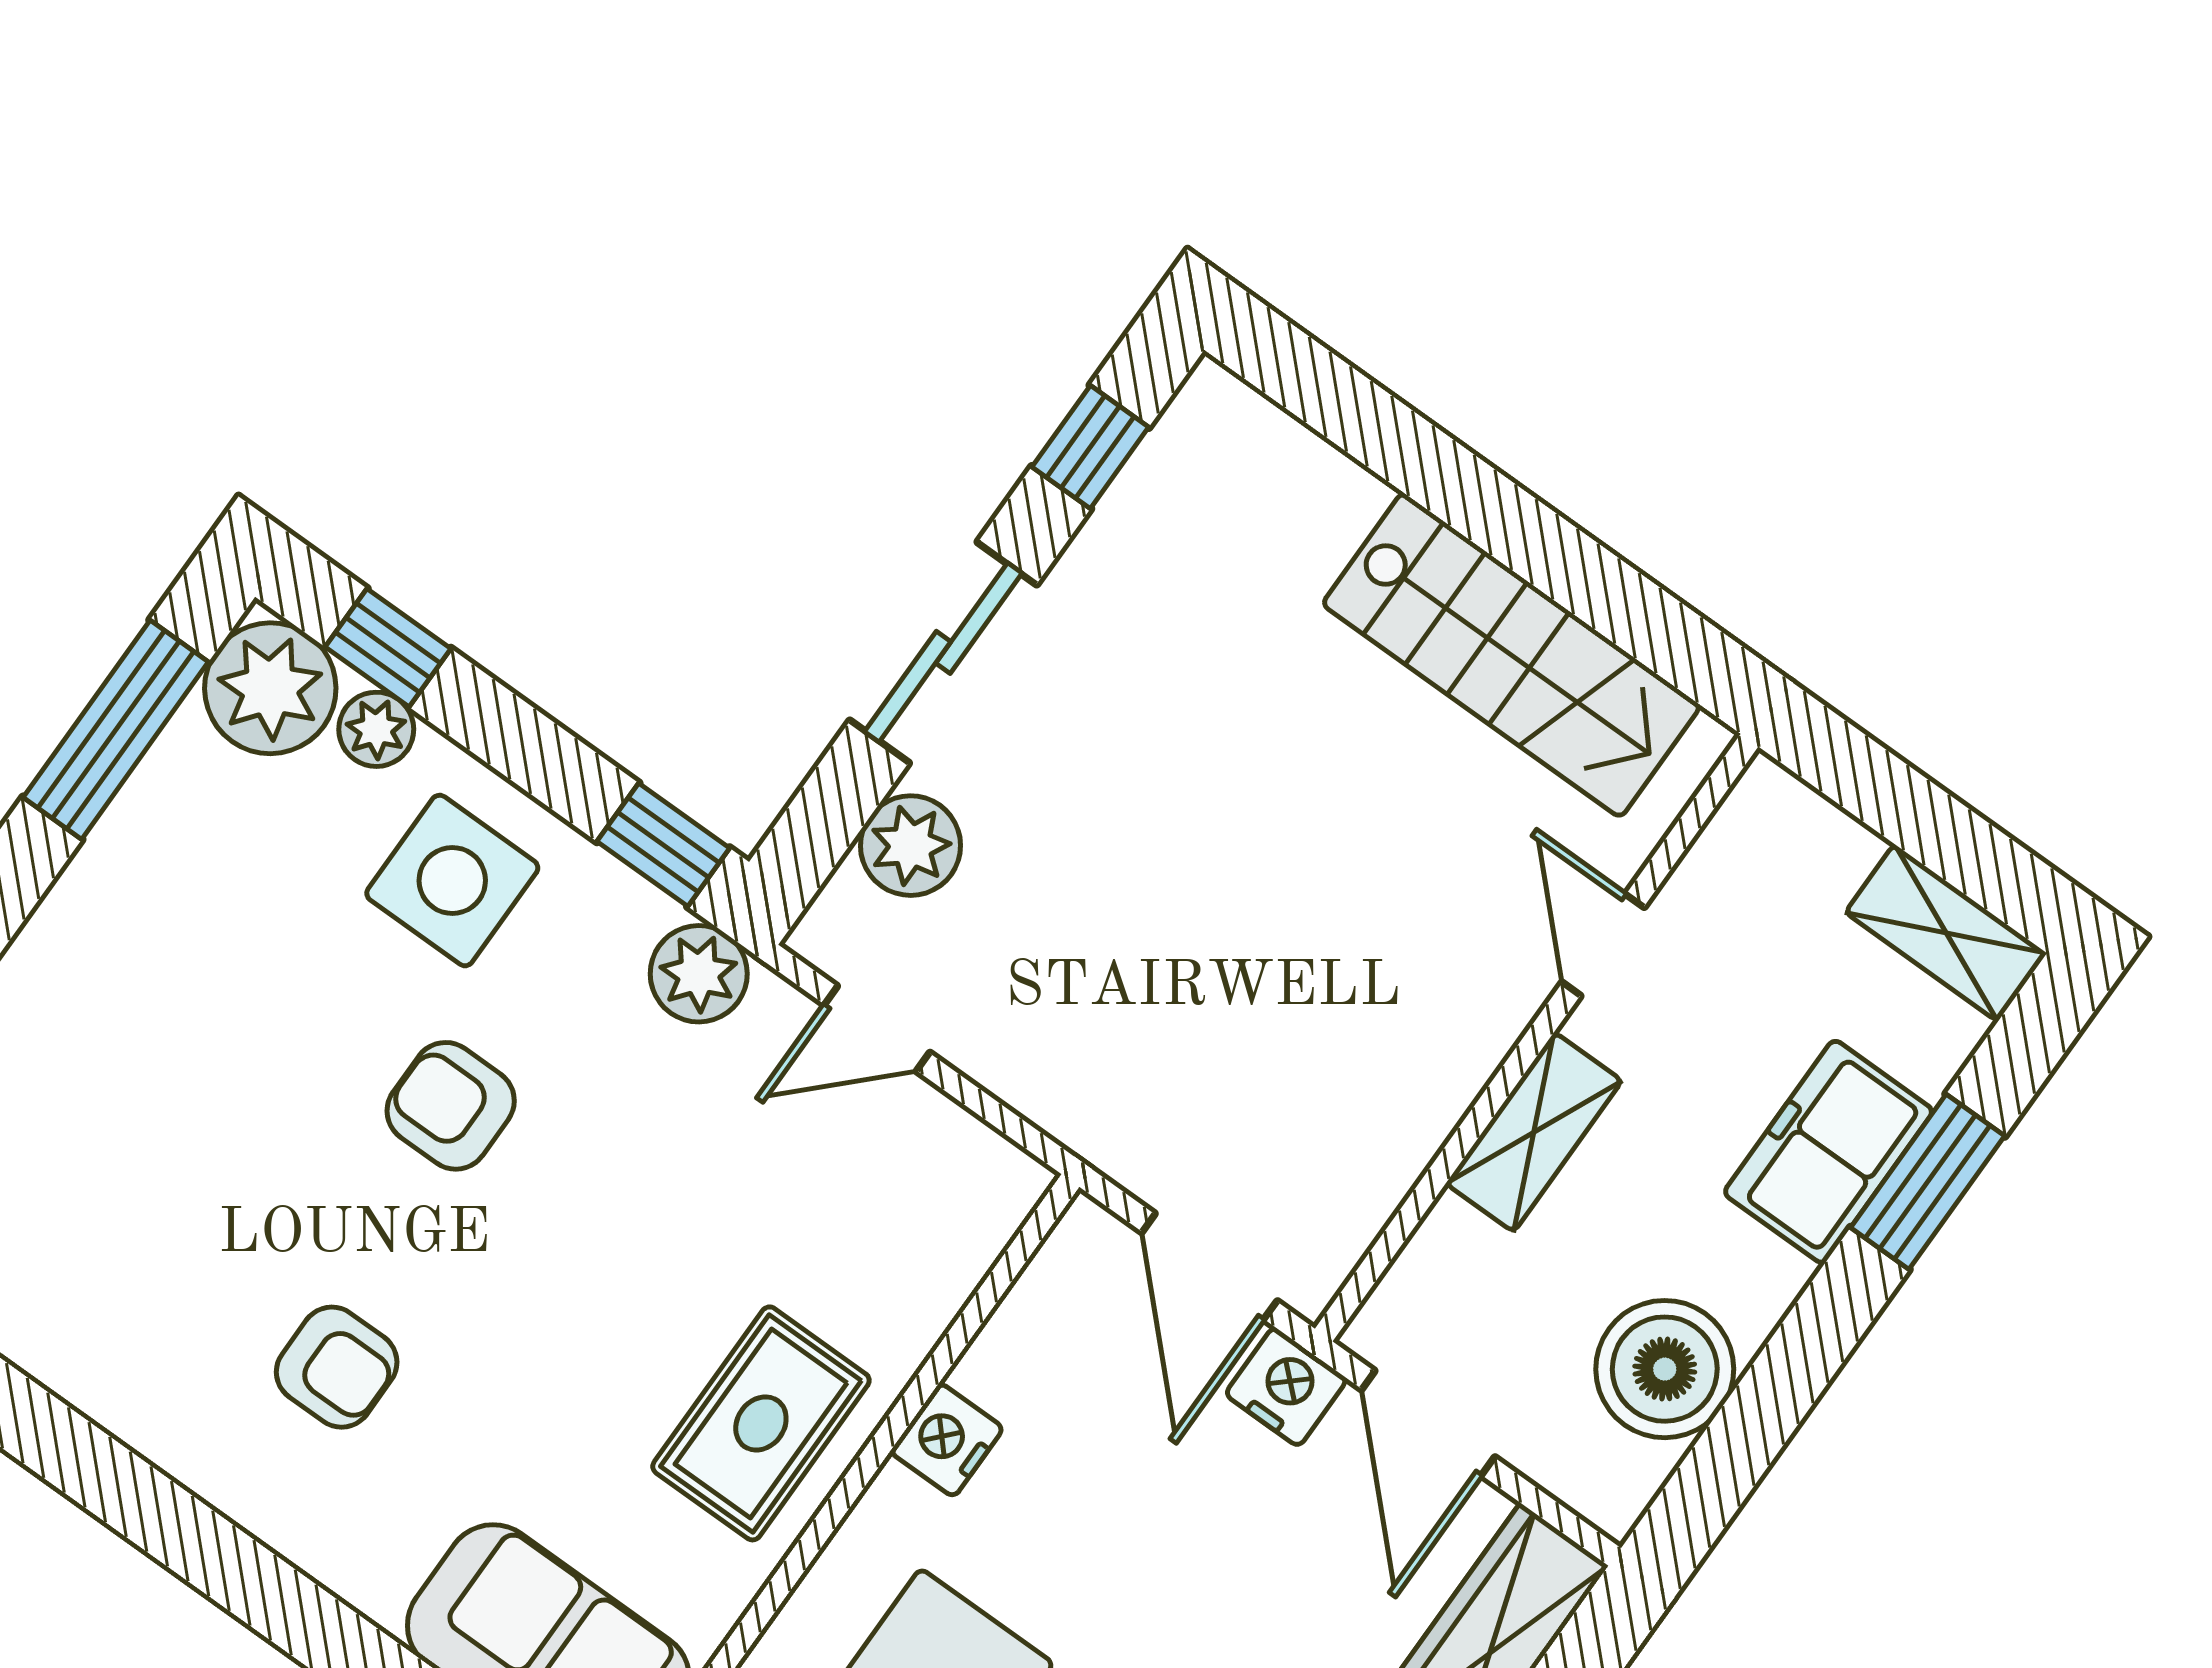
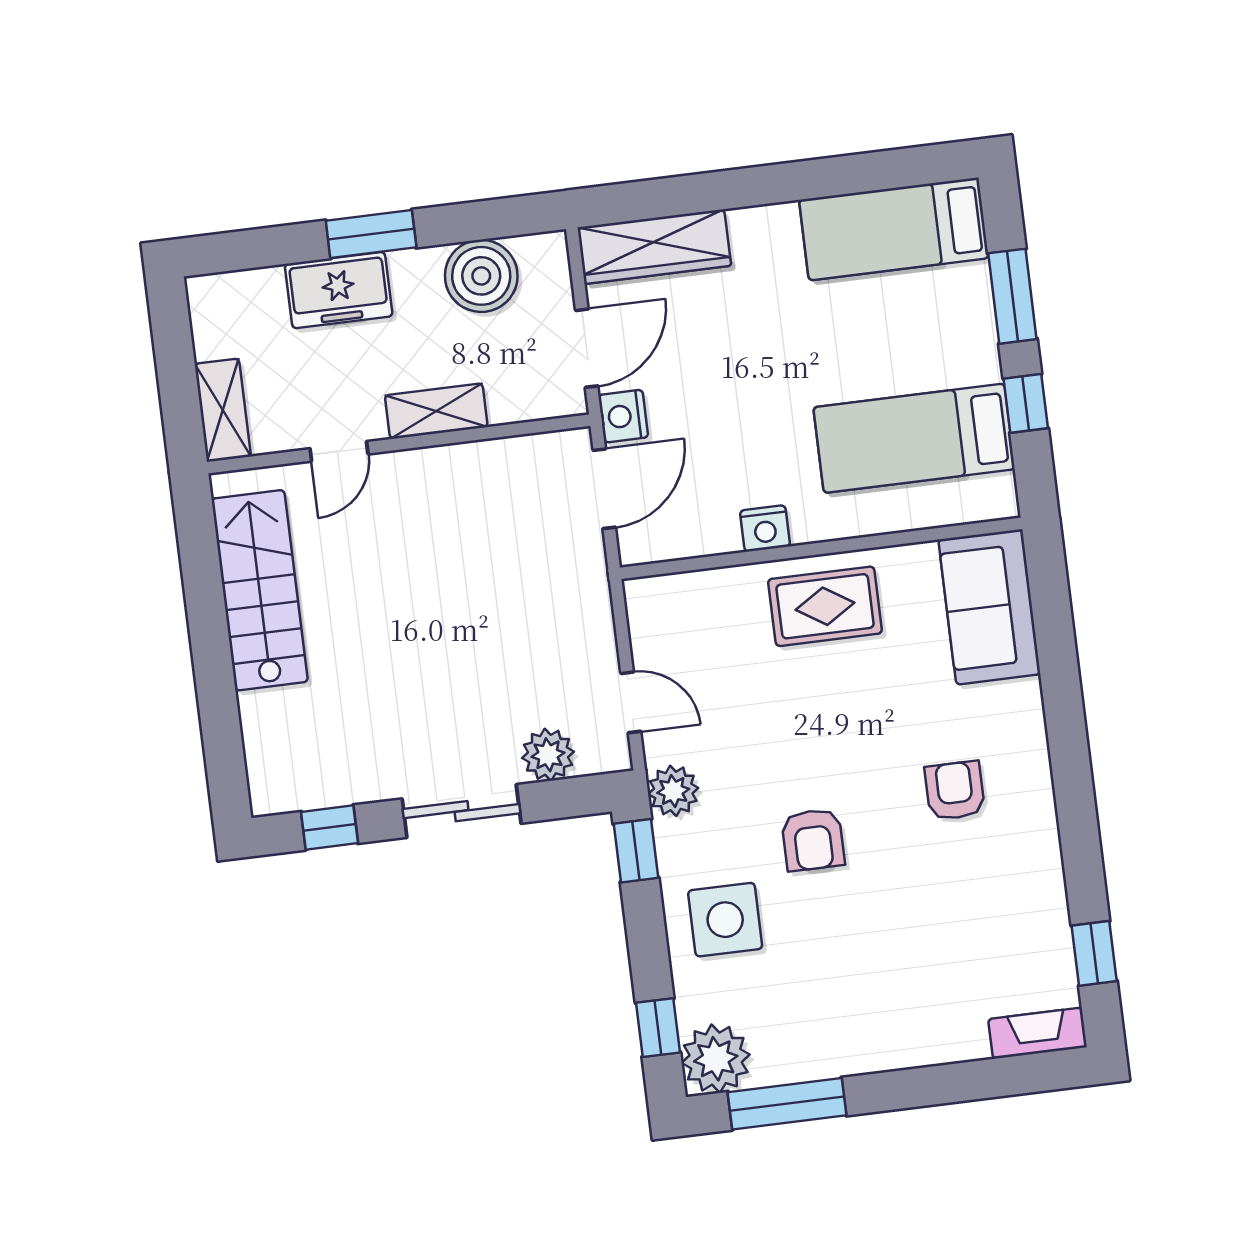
plant: (376, 729) -> (694, 1003), removed
shelving: (1946, 933) -> (223, 410), moved
window: (1928, 1182) -> (371, 234), moved

